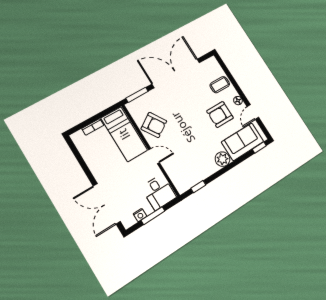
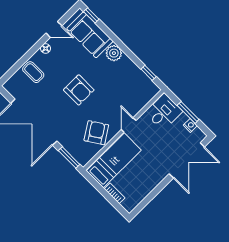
armchair: (220, 114) -> (79, 90), moved

